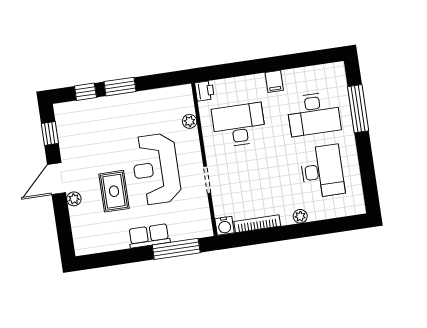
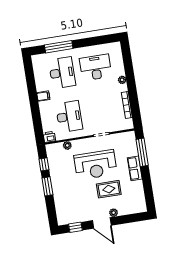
window: (85, 92) -> (44, 164), moved
desk: (239, 125) -> (69, 116), turned 180
water cooler: (224, 226) -> (128, 124), removed

